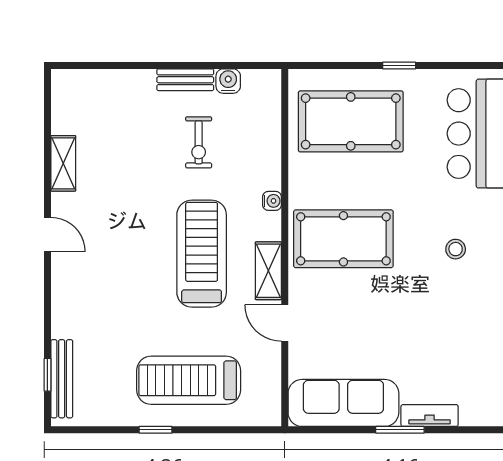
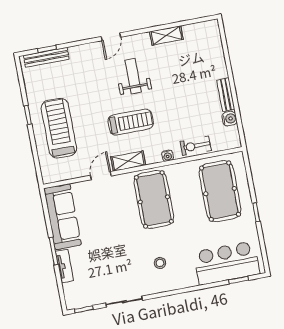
exercise bike: (199, 142) -> (196, 146), moved
weight bench: (123, 234) -> (133, 76), added
door: (47, 235) -> (111, 37), moved
treadmill: (202, 254) -> (131, 122), width x0.73, depth x0.73

